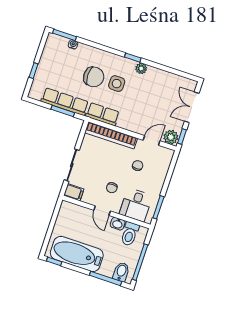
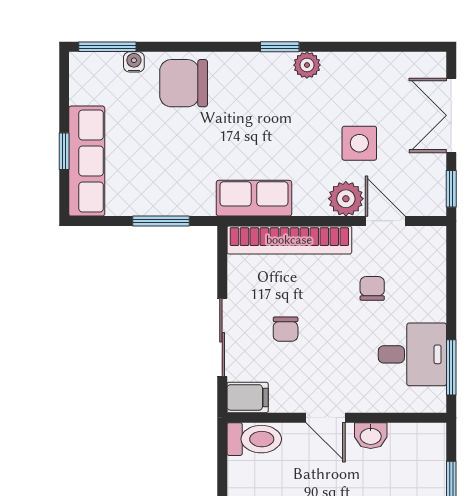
chair: (94, 77) -> (184, 83), moved, turned 180
side table: (117, 84) -> (359, 143), moved
row of seats: (65, 102) -> (87, 161), moved, turned 90
plant: (171, 137) -> (346, 199), moved
door: (152, 140) -> (385, 221), hinge flipped
chair: (112, 188) -> (286, 329), moved
desk: (136, 205) -> (412, 354), moved, turned -90
toilet: (130, 234) -> (254, 439), moved, turned -90

